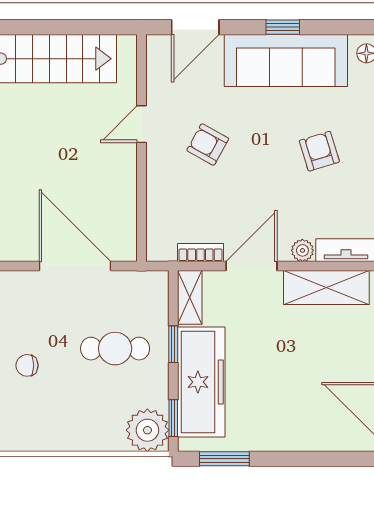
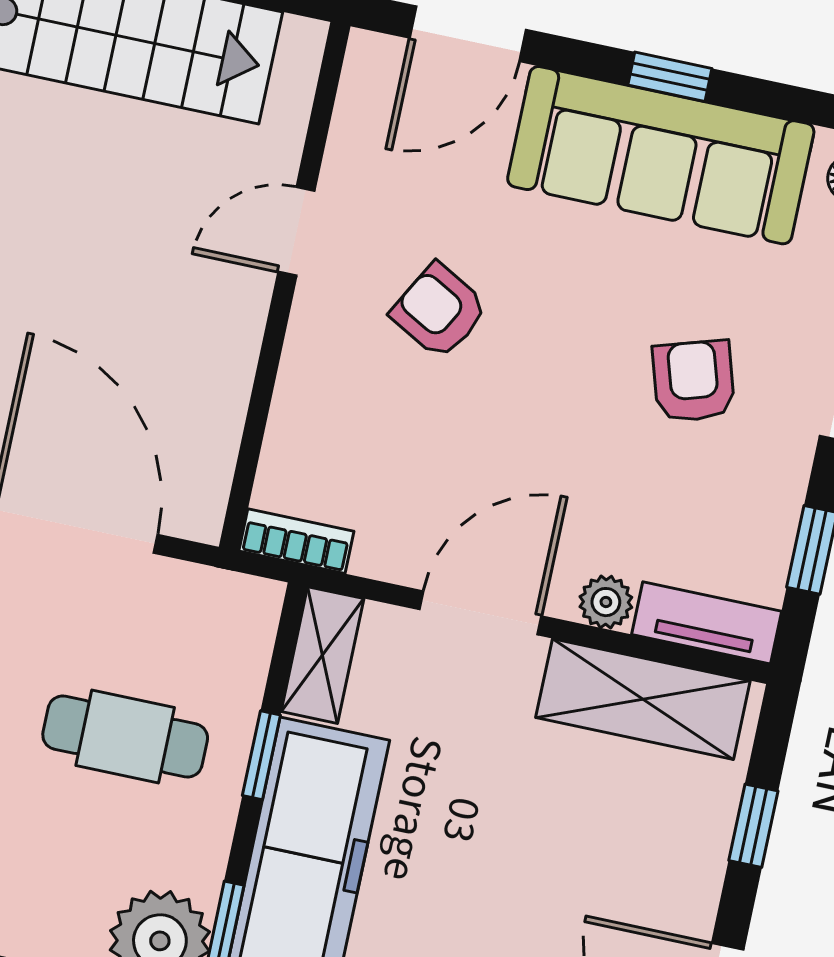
bookcase: (200, 252) -> (296, 541), moved

